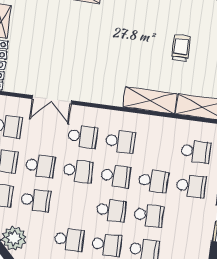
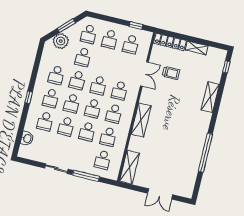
trolley: (181, 48) -> (171, 73), moved
double door: (52, 100) -> (144, 74), swing flipped
shelving: (150, 100) -> (141, 120), moved
school desk: (40, 166) -> (77, 80), moved
school desk: (191, 186) -> (108, 137), moved

